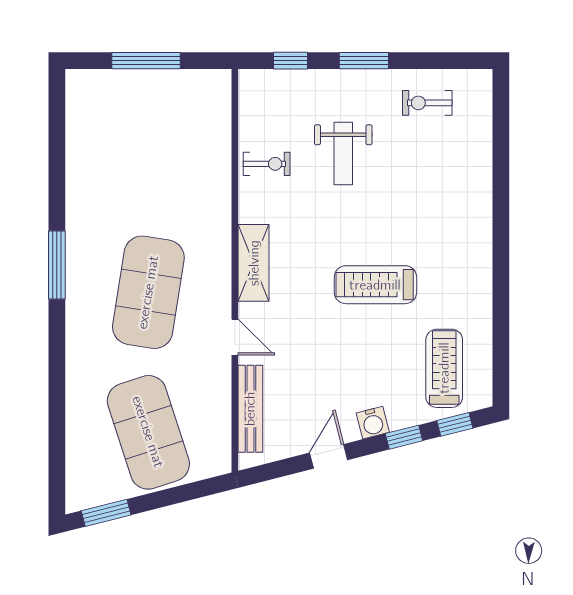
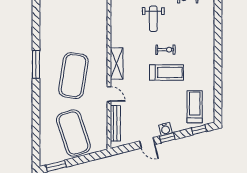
exercise bike: (267, 164) -> (165, 50), moved
treadmill: (375, 285) -> (166, 72), turned 180
window: (404, 437) -> (167, 138), moved
door: (329, 456) -> (147, 143), swing flipped

